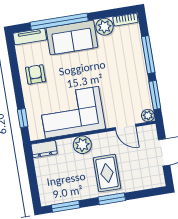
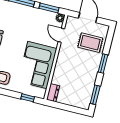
door: (125, 127) -> (61, 35), swing flipped
plant: (82, 145) -> (61, 67), removed
rug: (107, 173) -> (90, 43), moved

